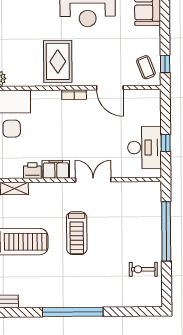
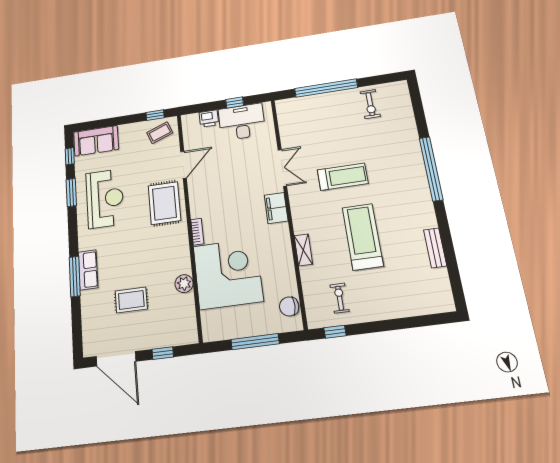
rug: (58, 61) -> (164, 203), moved, turned 90
bookcase: (74, 95) -> (197, 232), moved
printer: (32, 171) -> (209, 118), moved, turned -90
double door: (93, 180) -> (282, 168), swing flipped

